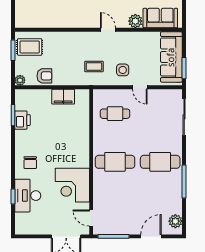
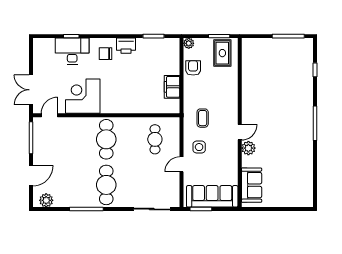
plant: (135, 21) -> (248, 148), moved
armchair: (44, 76) -> (193, 68), turned 180
printer: (22, 120) -> (126, 46), moved
door: (151, 236) -> (31, 176), hinge flipped

